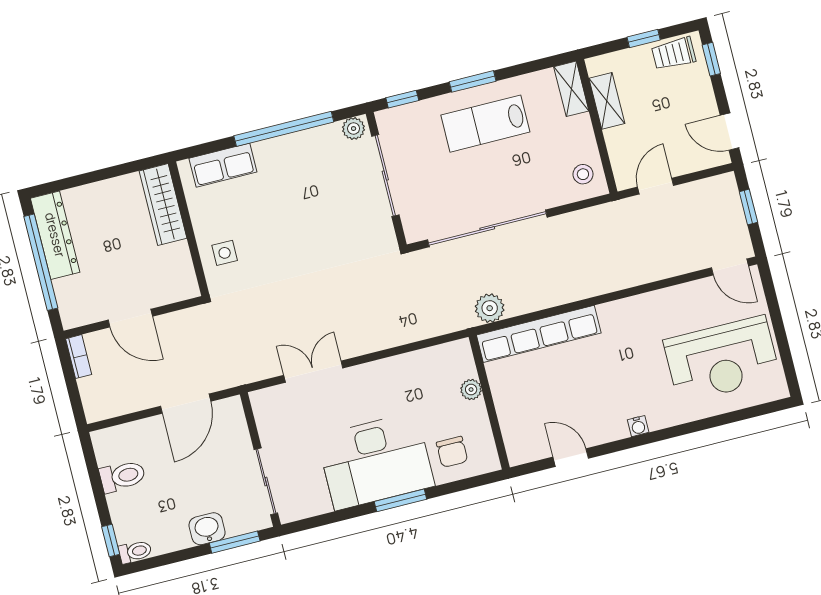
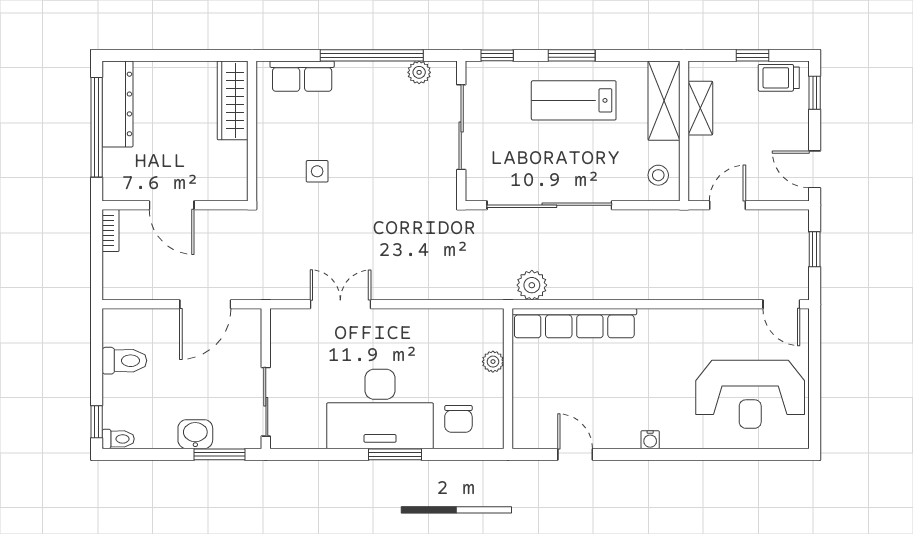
shelving: (571, 89) -> (664, 101), width x1.50, depth x1.33
plant: (354, 129) -> (419, 72), moved
side table: (225, 253) -> (317, 171), moved

